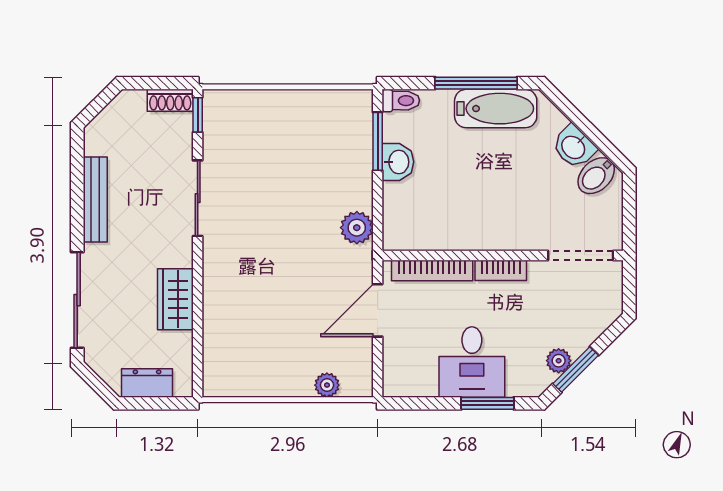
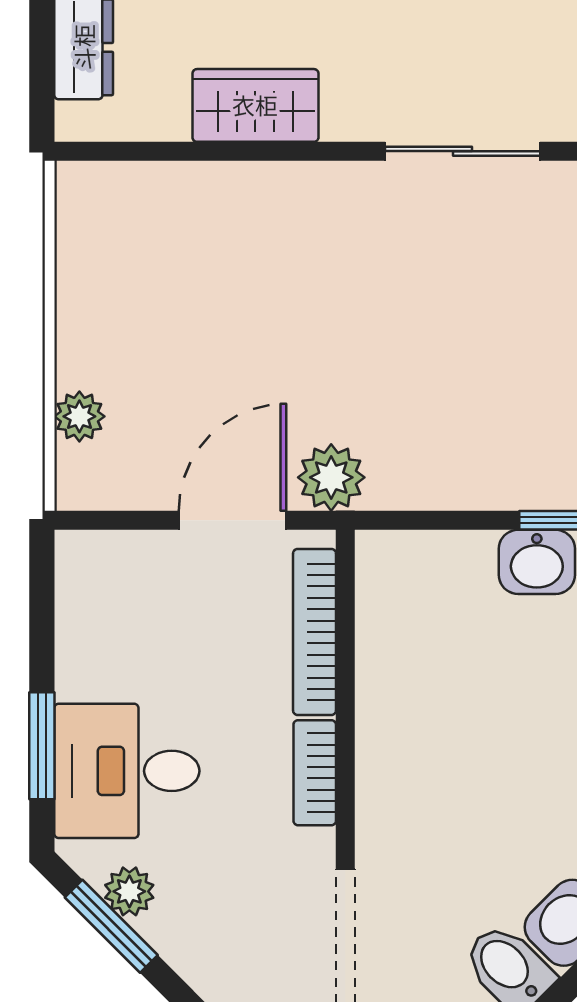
plant: (357, 228) -> (331, 477), moved
door: (378, 310) -> (233, 520), hinge flipped
desk: (472, 362) -> (127, 771), moved

